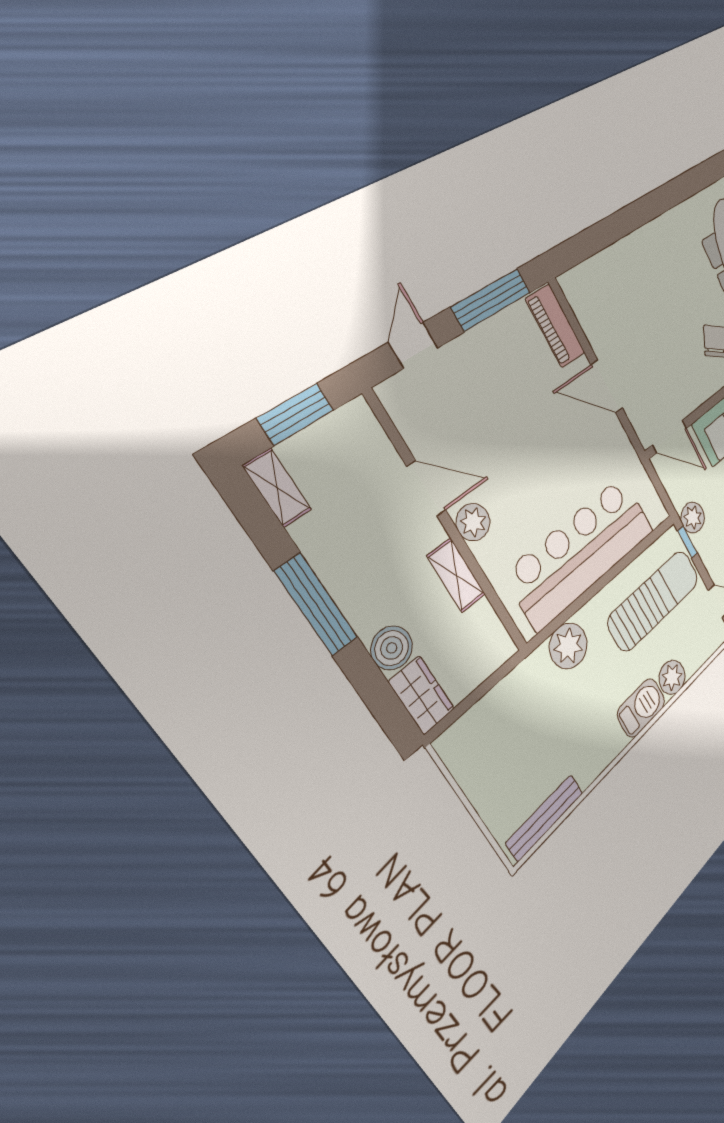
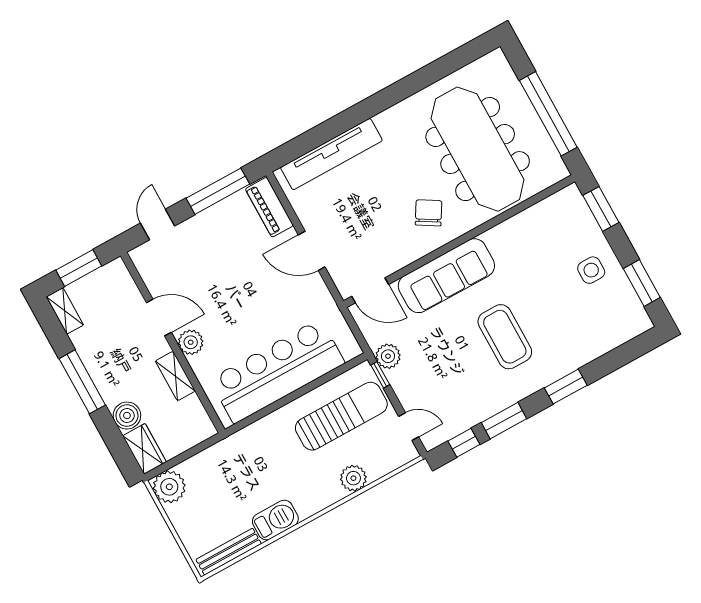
tv unit: (618, 260) -> (331, 154), added
plant: (568, 646) -> (169, 487), moved
barbecue: (641, 708) -> (275, 520), moved

